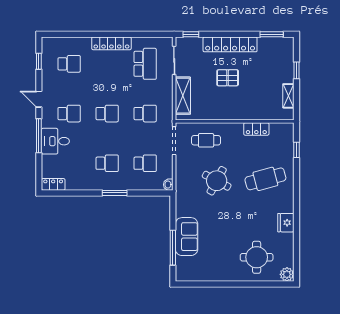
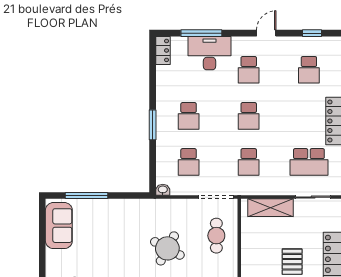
window: (39, 136) -> (201, 33), moved
desk: (55, 141) -> (209, 53), width x1.37
sofa: (187, 237) -> (59, 226), moved, turned -90

